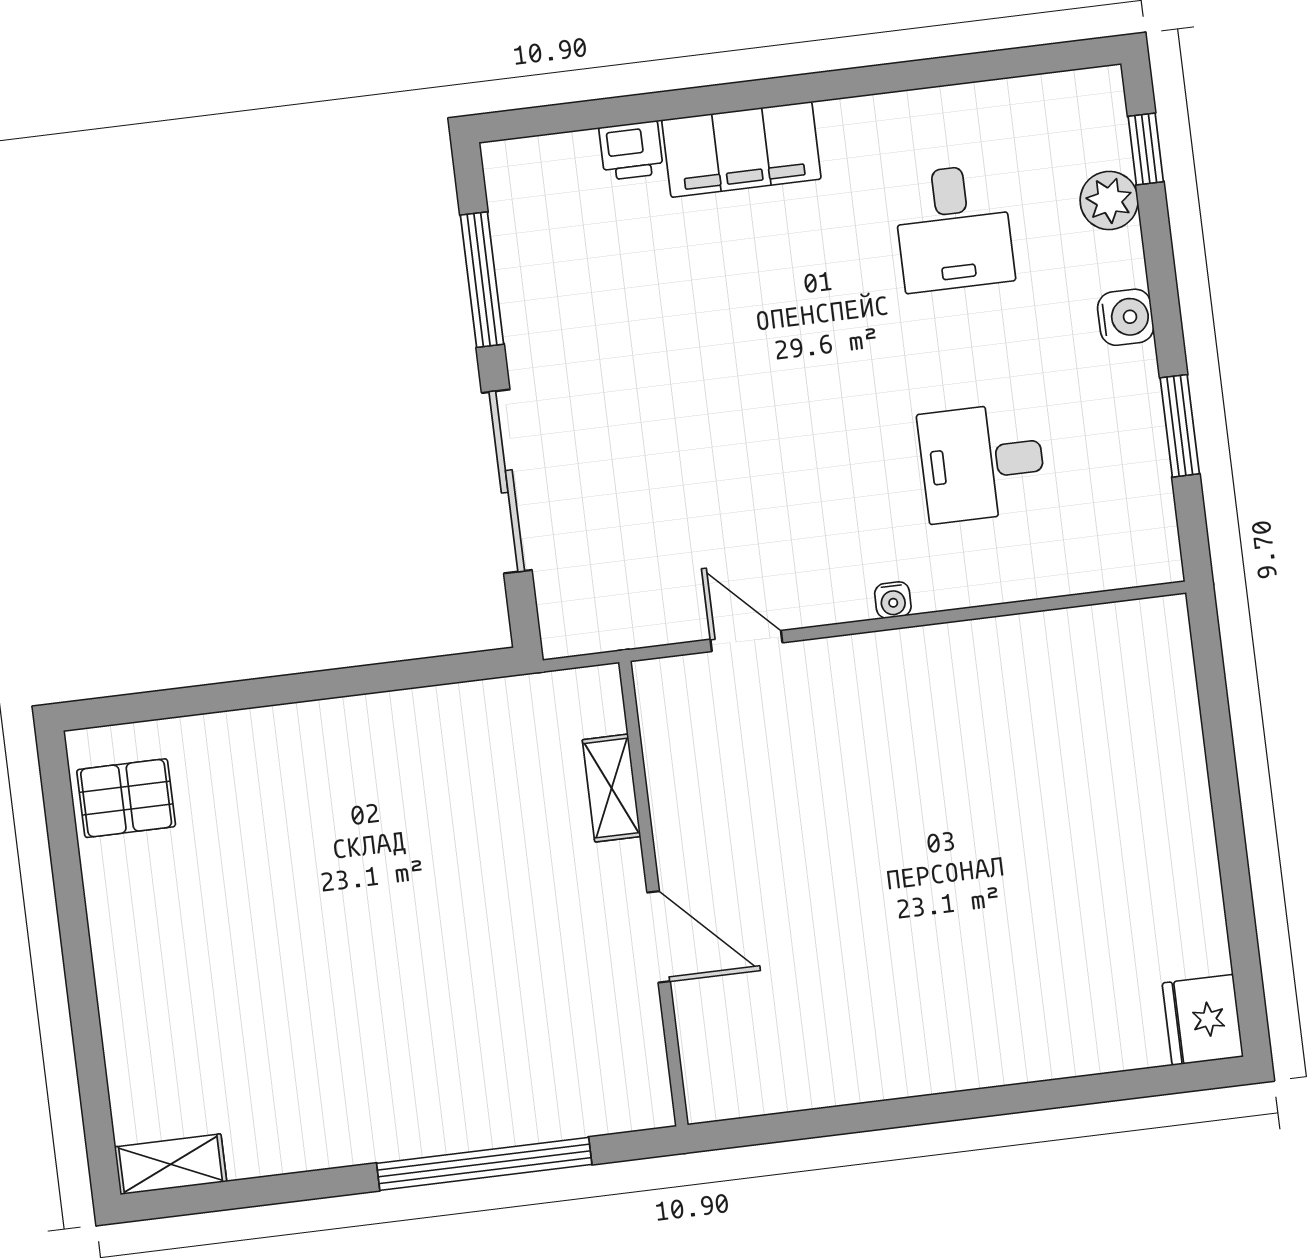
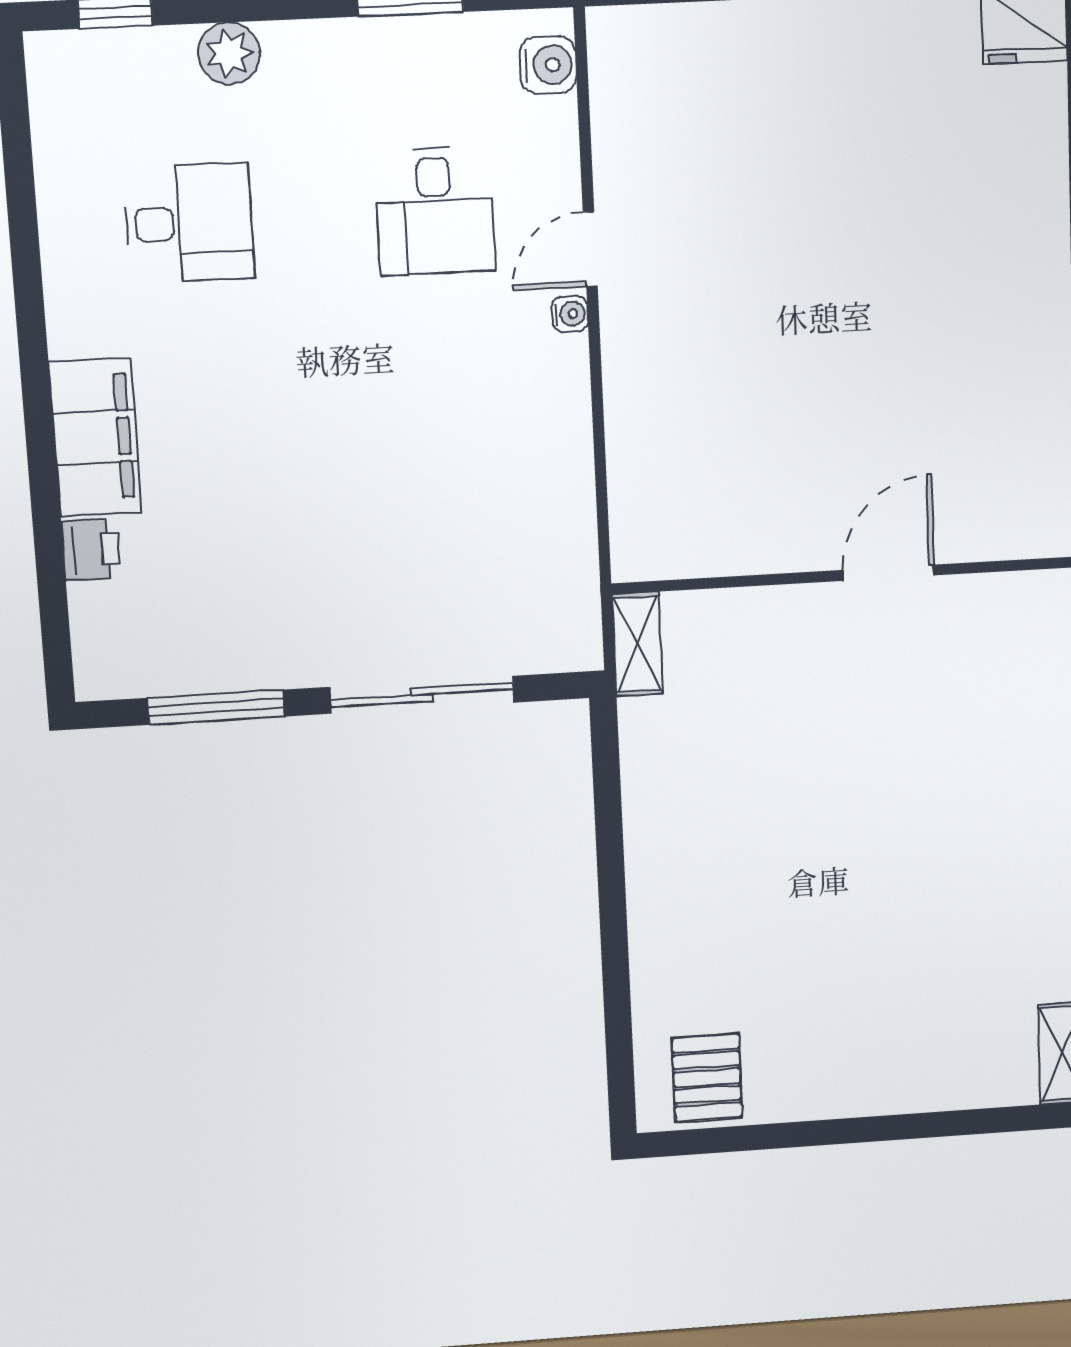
plant: (1109, 200) -> (229, 53), moved
water cooler: (1126, 317) -> (548, 65), moved, turned 90
door: (746, 641) -> (590, 249), moved
shelving: (612, 788) -> (637, 644), moved, turned 90

